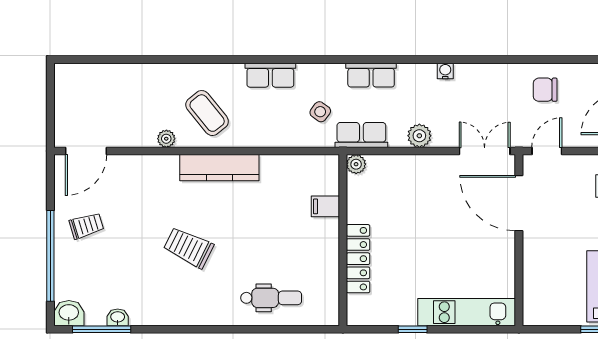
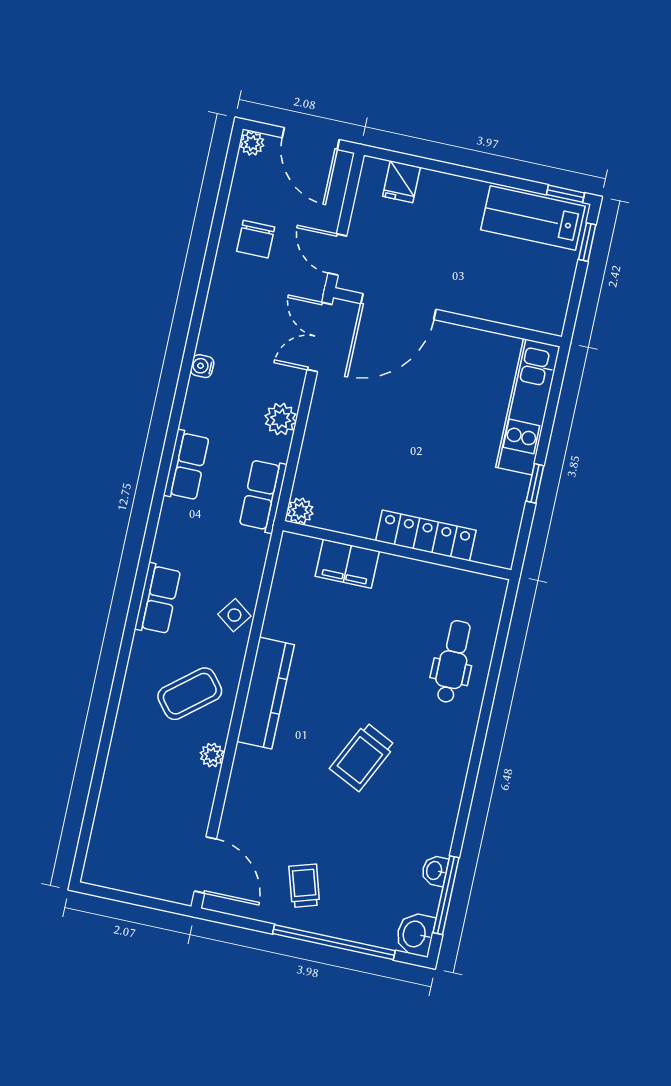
side table: (320, 112) -> (234, 615), moved
filing cabinet: (325, 206) -> (347, 564), width x2.00

